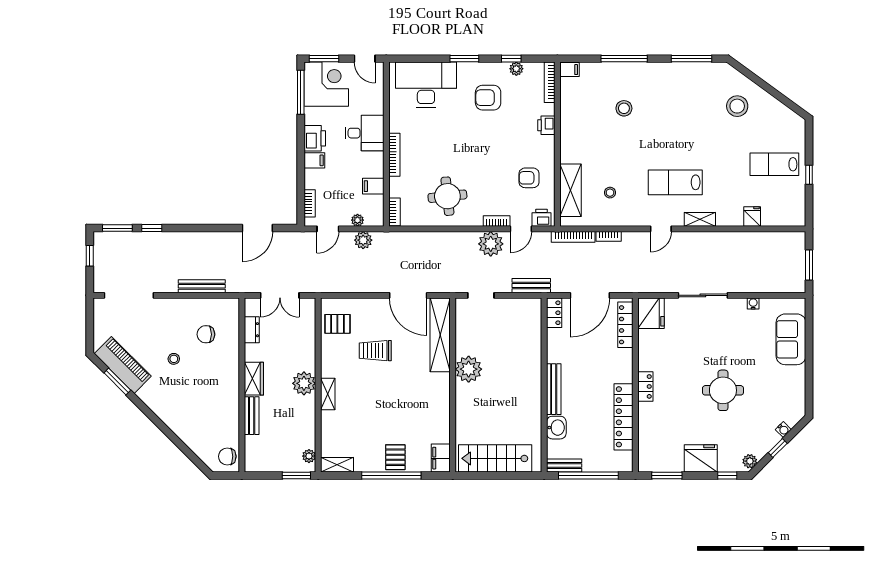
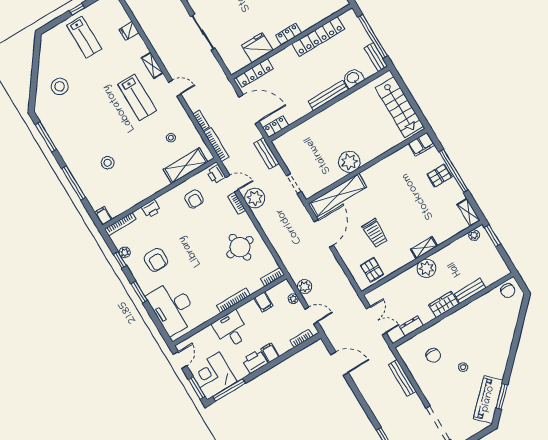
fridge: (651, 313) -> (257, 48), moved

